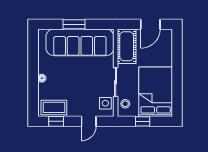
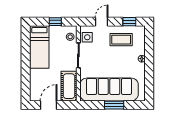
bed: (156, 92) -> (39, 47), width x0.67
coffee table: (54, 107) -> (121, 40), moved

